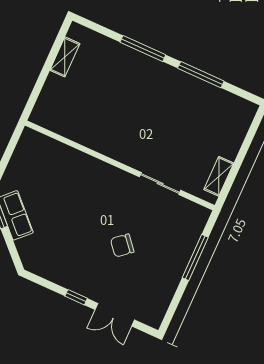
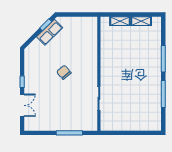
shelving: (219, 176) -> (120, 21), moved
chair: (122, 245) -> (64, 72), moved
double door: (115, 315) -> (22, 105), swing flipped

